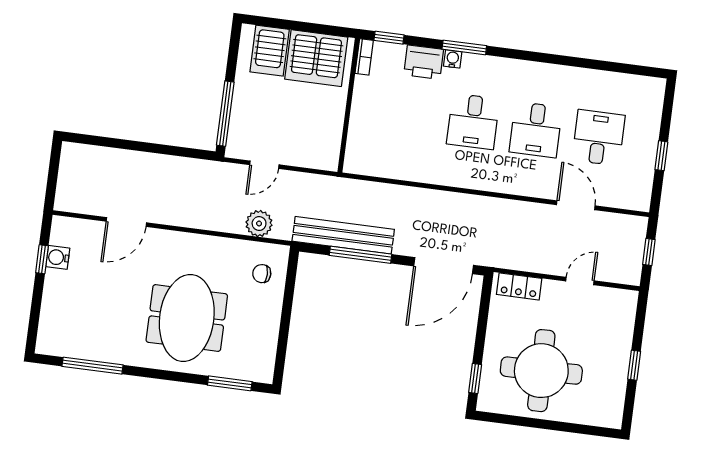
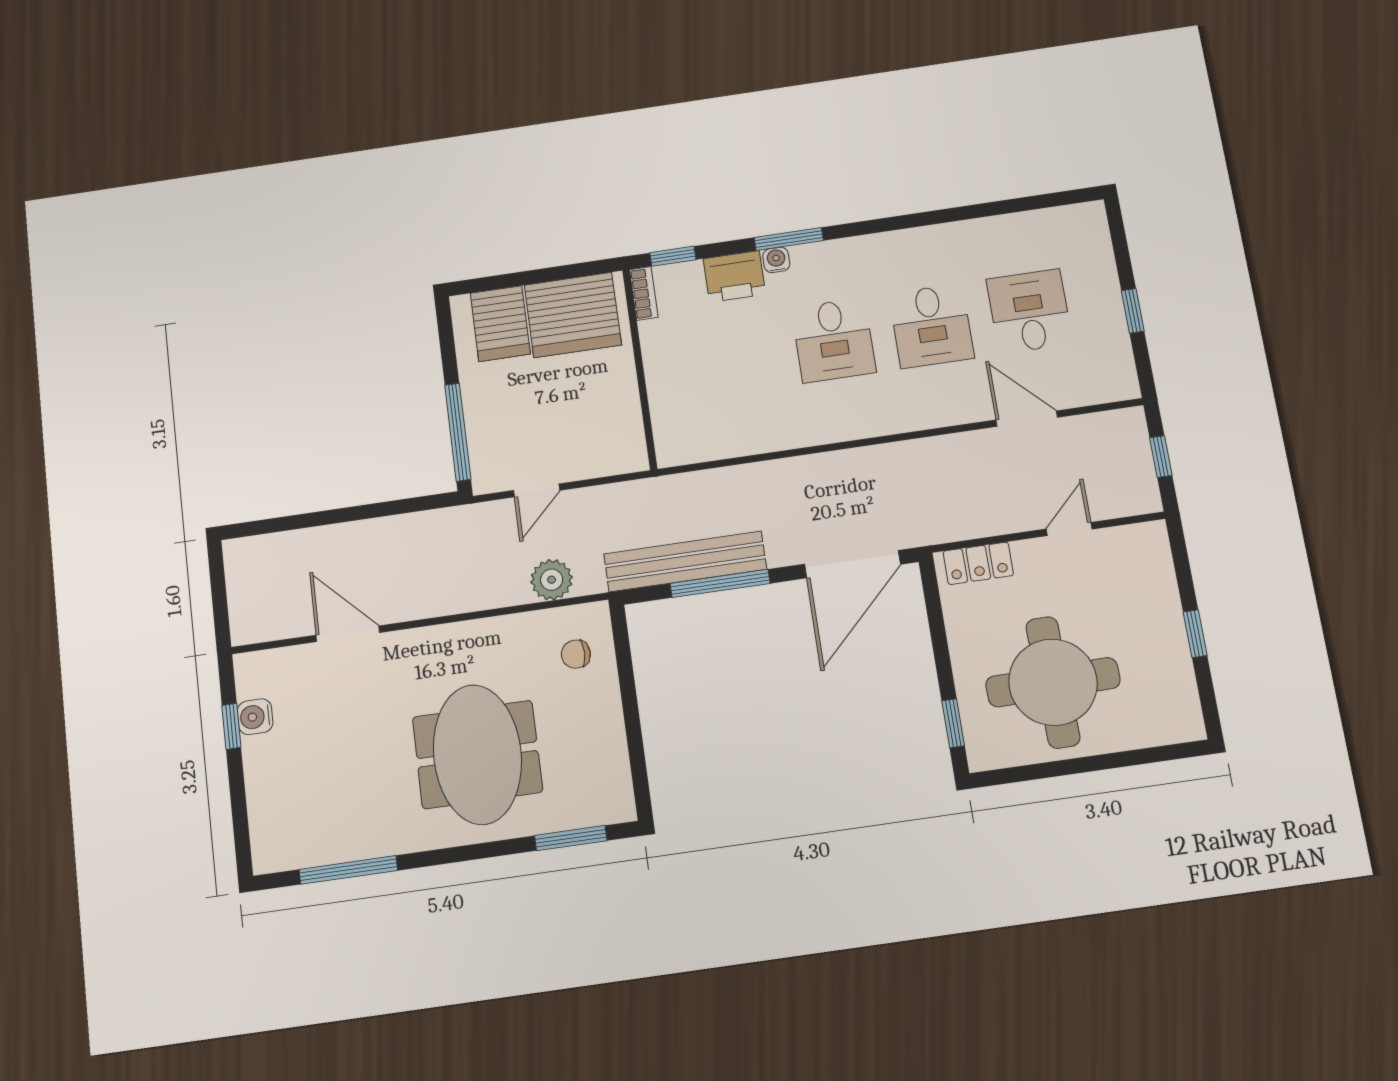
door: (126, 222) -> (348, 634), swing flipped

